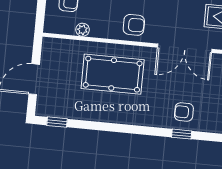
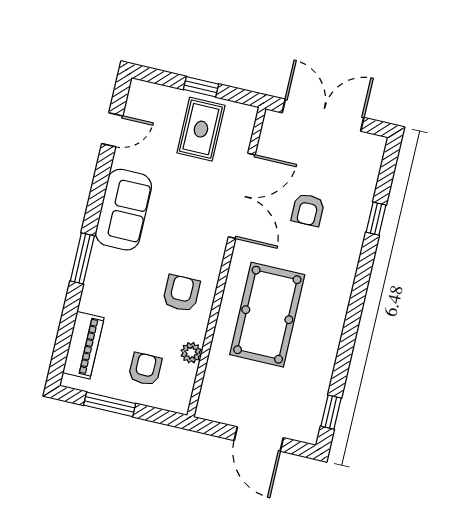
armchair: (134, 25) -> (181, 293), moved
armchair: (184, 112) -> (308, 210), moved

